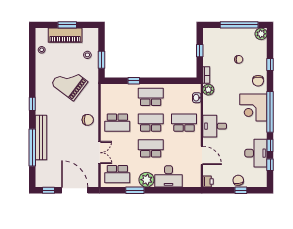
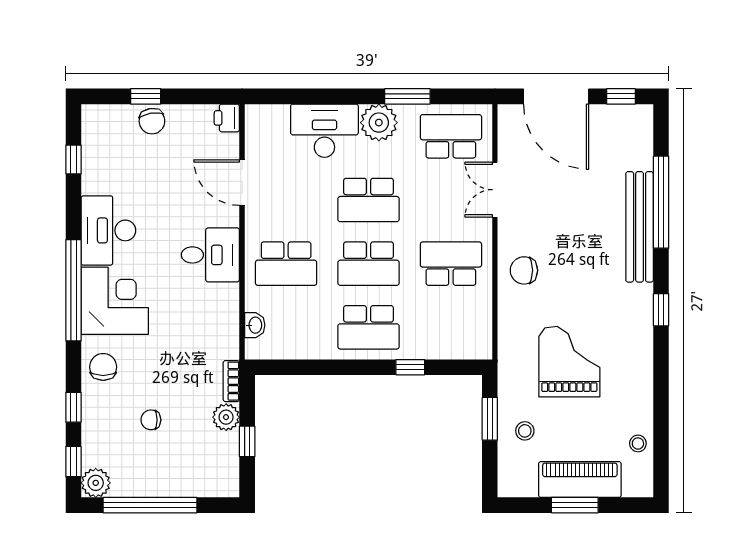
grand piano: (69, 83) -> (569, 362), turned -127
plant: (208, 90) -> (226, 417), moved
window: (270, 145) -> (73, 462), moved
desk: (256, 153) -> (108, 230), moved

